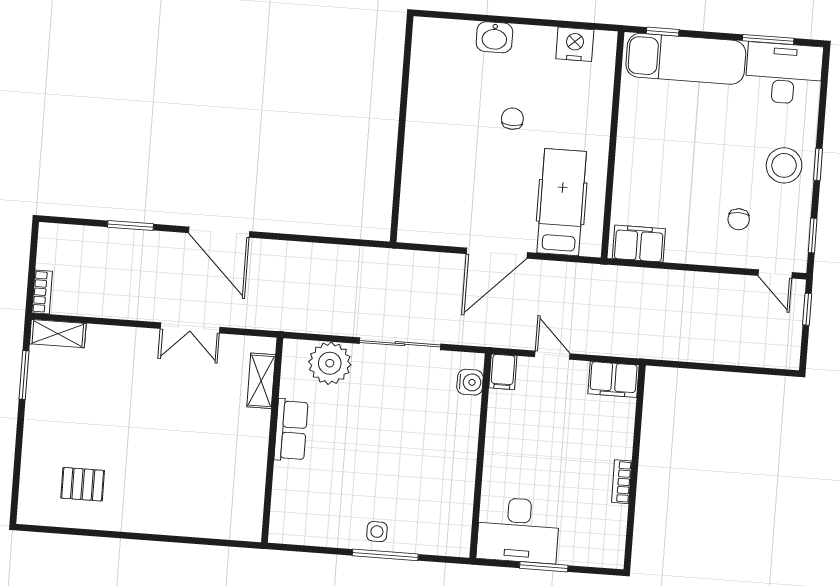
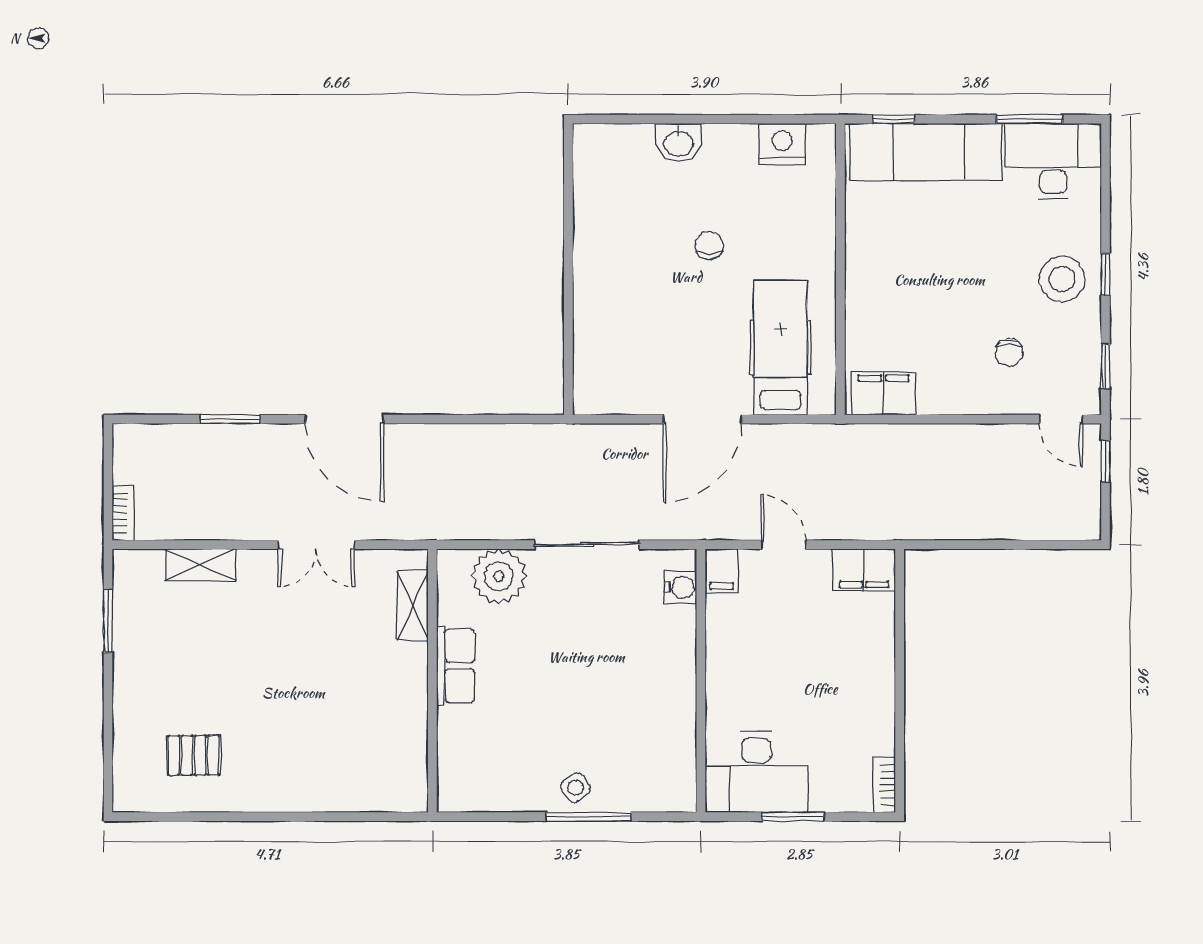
shelving: (58, 334) -> (200, 565), moved
bookcase: (622, 482) -> (884, 785), moved
side table: (377, 532) -> (576, 788), turned -37

